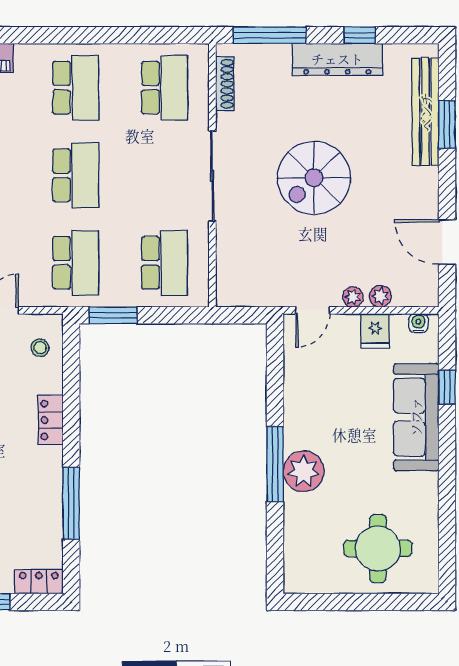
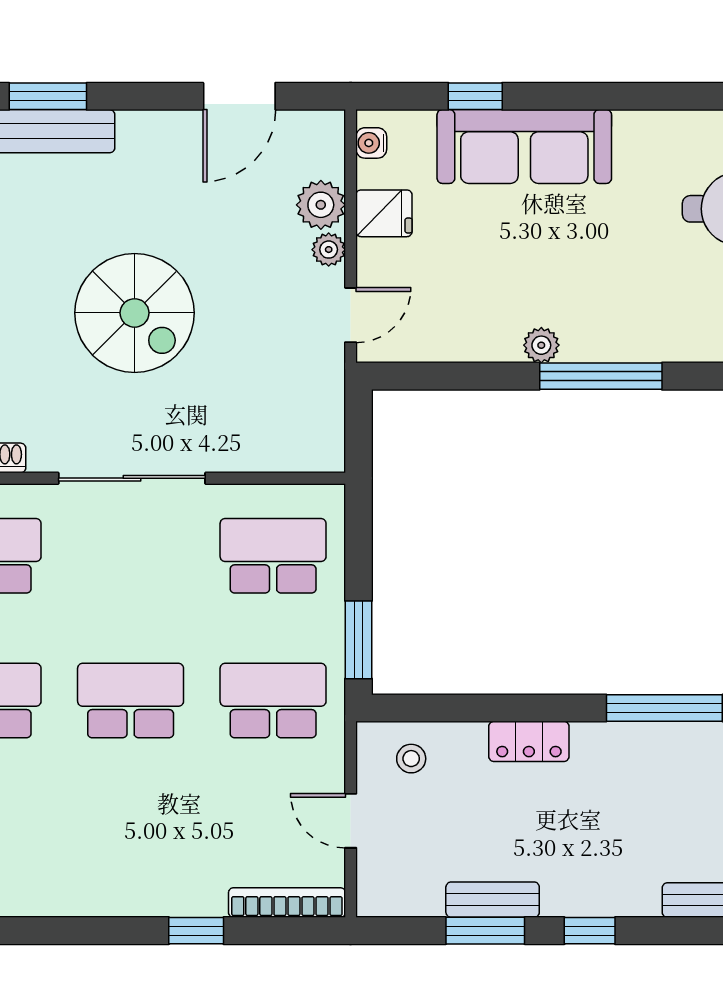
plant: (380, 296) -> (321, 205), width x1.38, depth x1.38
door: (313, 310) -> (351, 315), hinge flipped
plant: (304, 471) -> (541, 345), moved, width x0.53, depth x0.53

